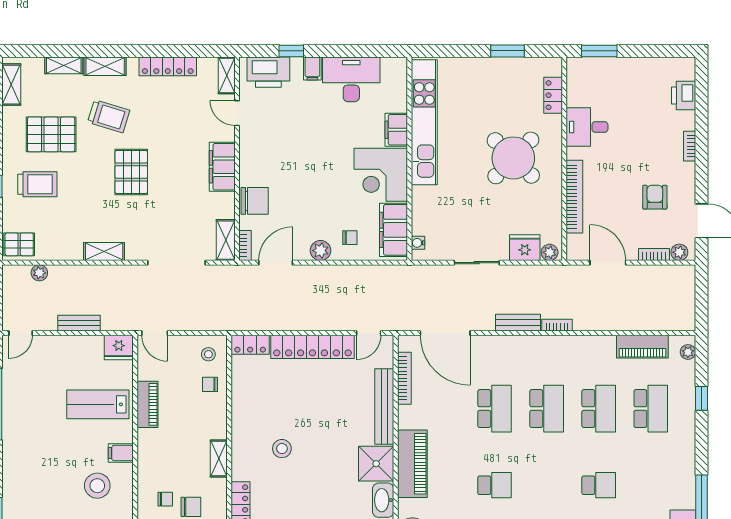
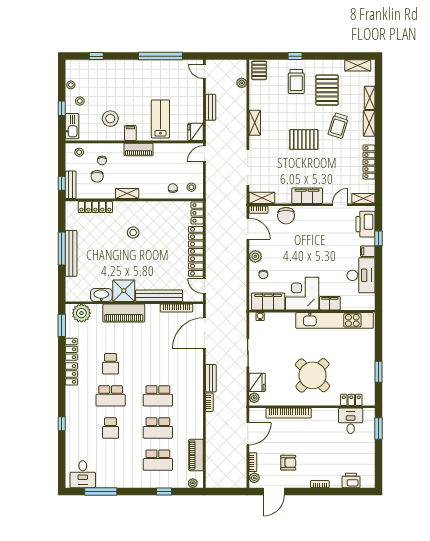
desk: (587, 127) -> (351, 421), moved
piano: (147, 404) -> (138, 150), moved
school desk: (495, 409) -> (111, 396), moved

